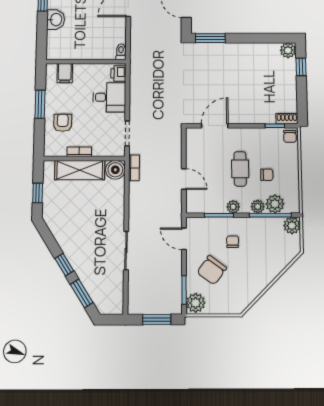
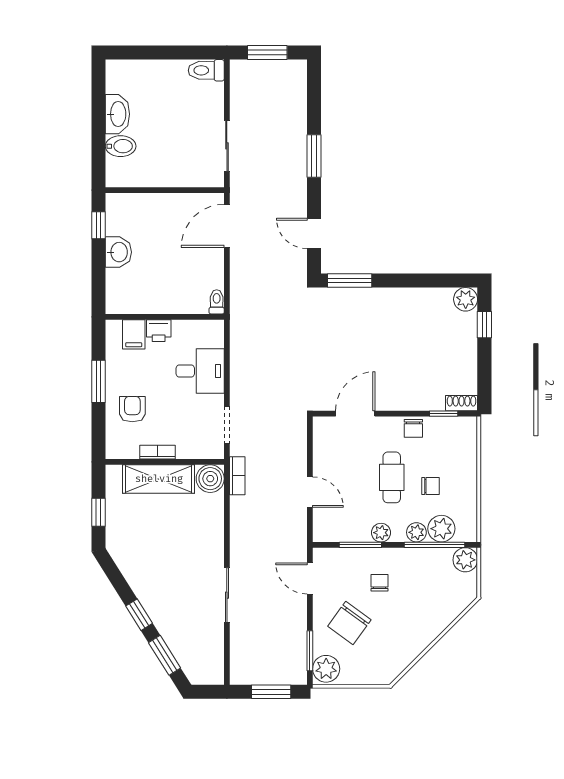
printer: (118, 73) -> (159, 331), moved, turned -90
chair: (290, 136) -> (413, 428), moved

